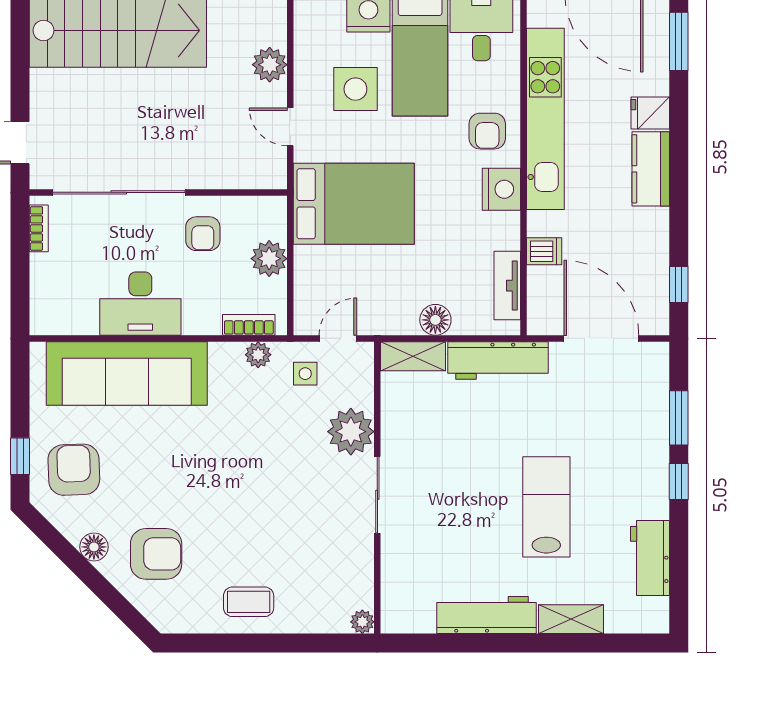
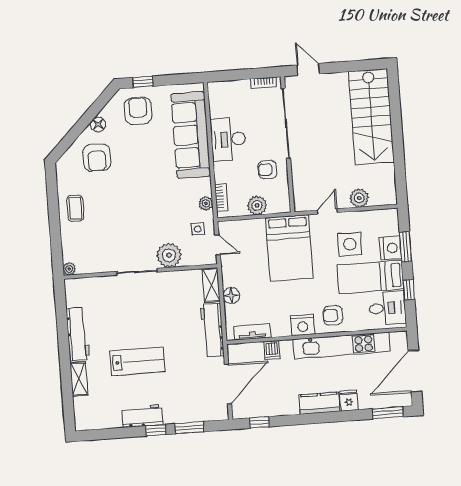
armchair: (74, 470) -> (138, 111), turned -88
workbench: (650, 558) -> (142, 416), moved

